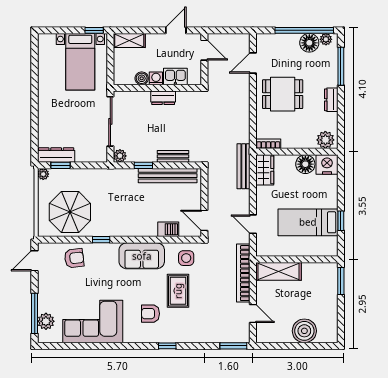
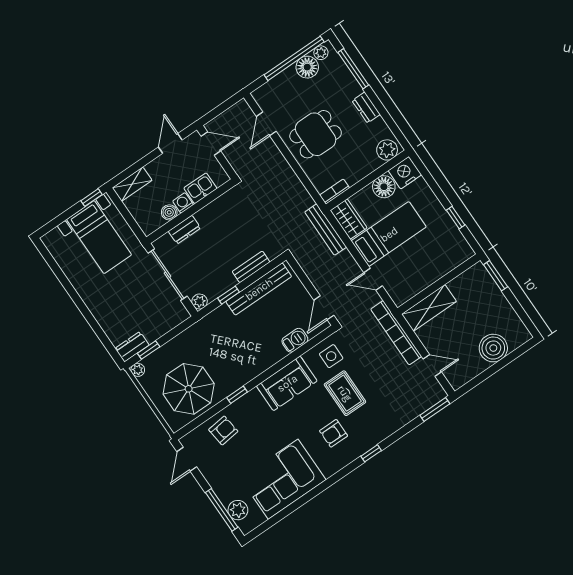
dresser: (163, 98) -> (184, 230), moved
dresser: (56, 155) -> (132, 347), width x0.70
door: (204, 220) -> (324, 308), hinge flipped
bed: (308, 222) -> (389, 234), moved, turned 180

